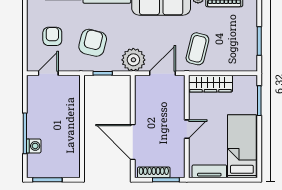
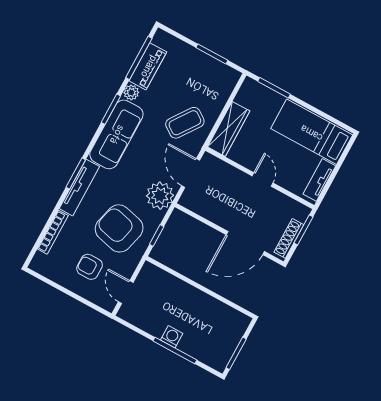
armchair: (93, 43) -> (119, 228), width x1.36, depth x1.36
coffee table: (197, 49) -> (185, 123), turned -69
washing machine: (34, 146) -> (172, 337), moved

